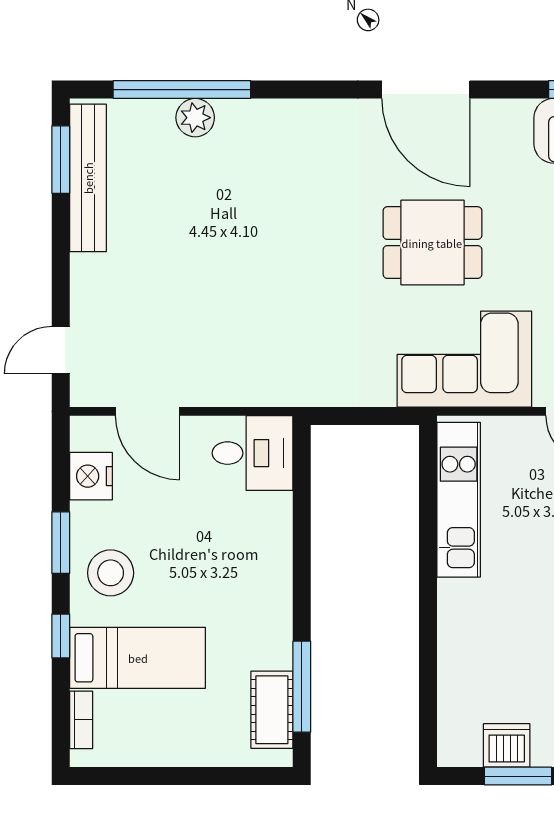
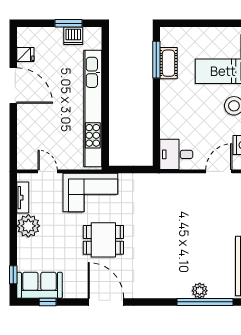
door: (148, 411) -> (219, 171), hinge flipped
kitchen unit: (459, 500) -> (93, 109), width x1.86
cot: (272, 710) -> (169, 63), moved

